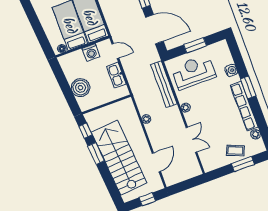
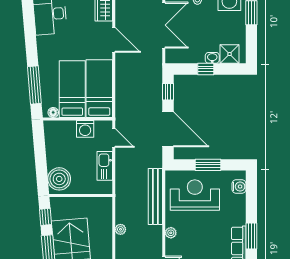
window: (40, 33) -> (34, 85), added
water cooler: (231, 70) -> (239, 187), moved
boiler: (80, 88) -> (59, 179), moved

